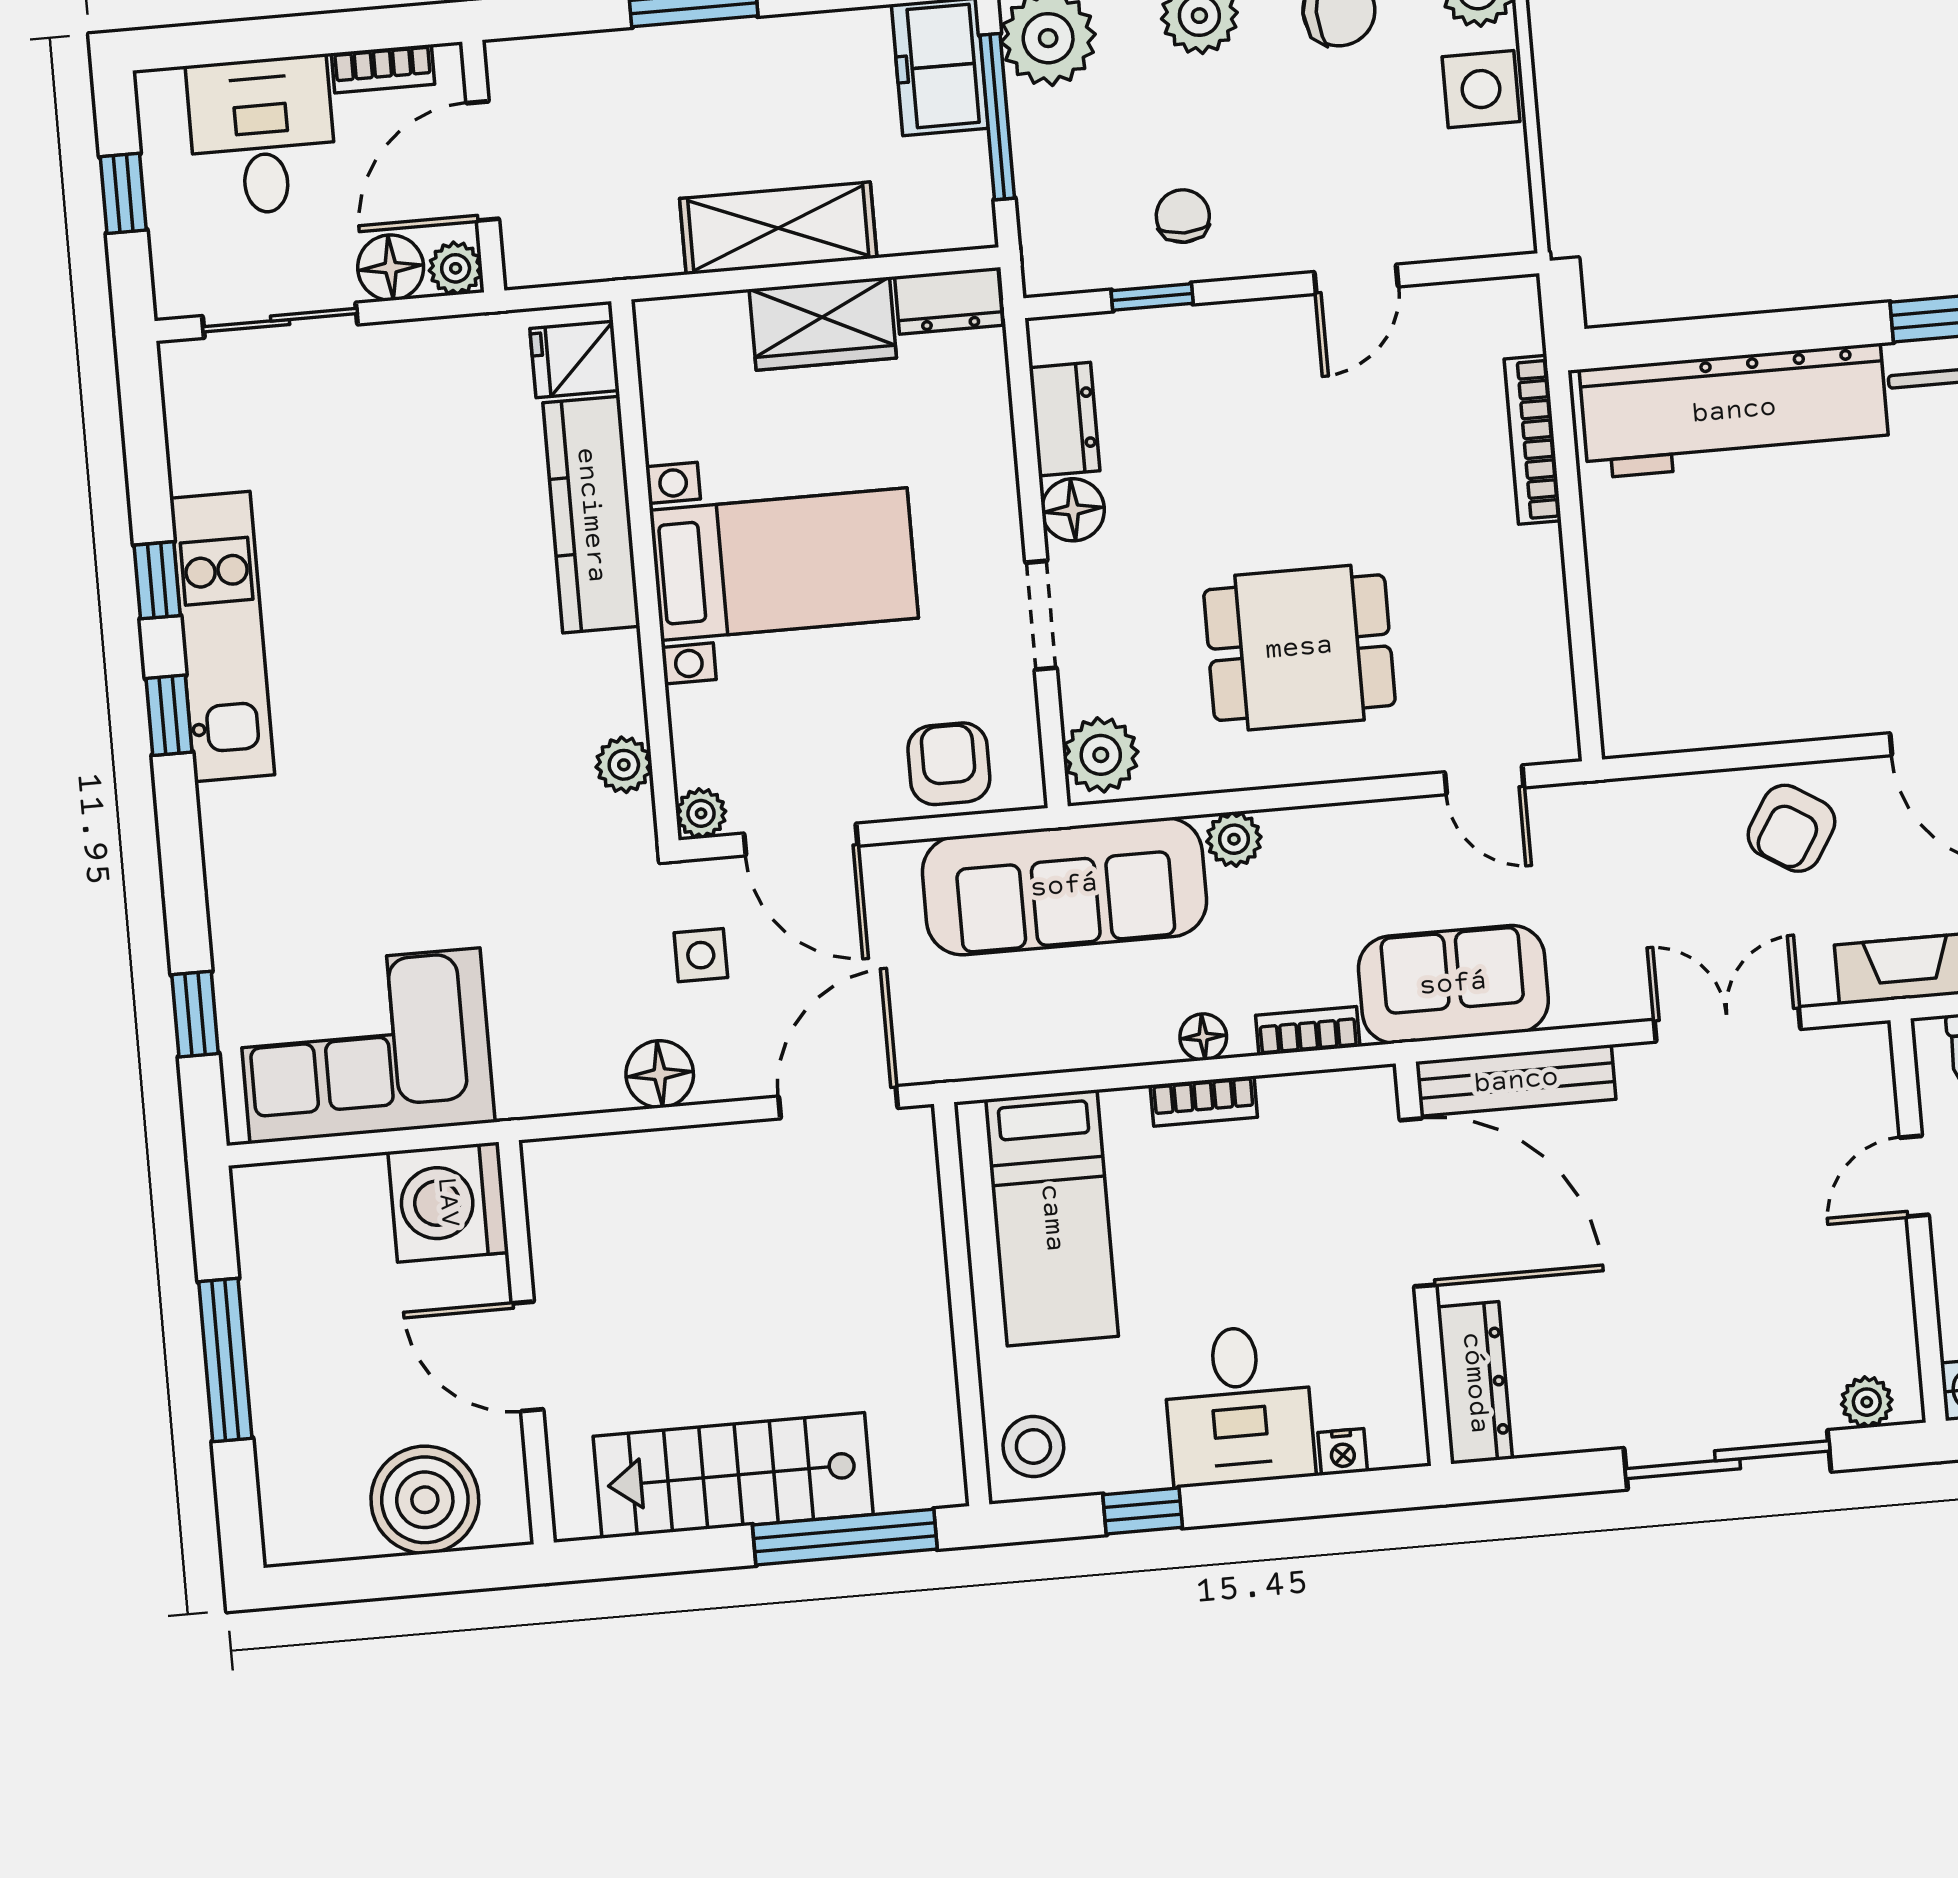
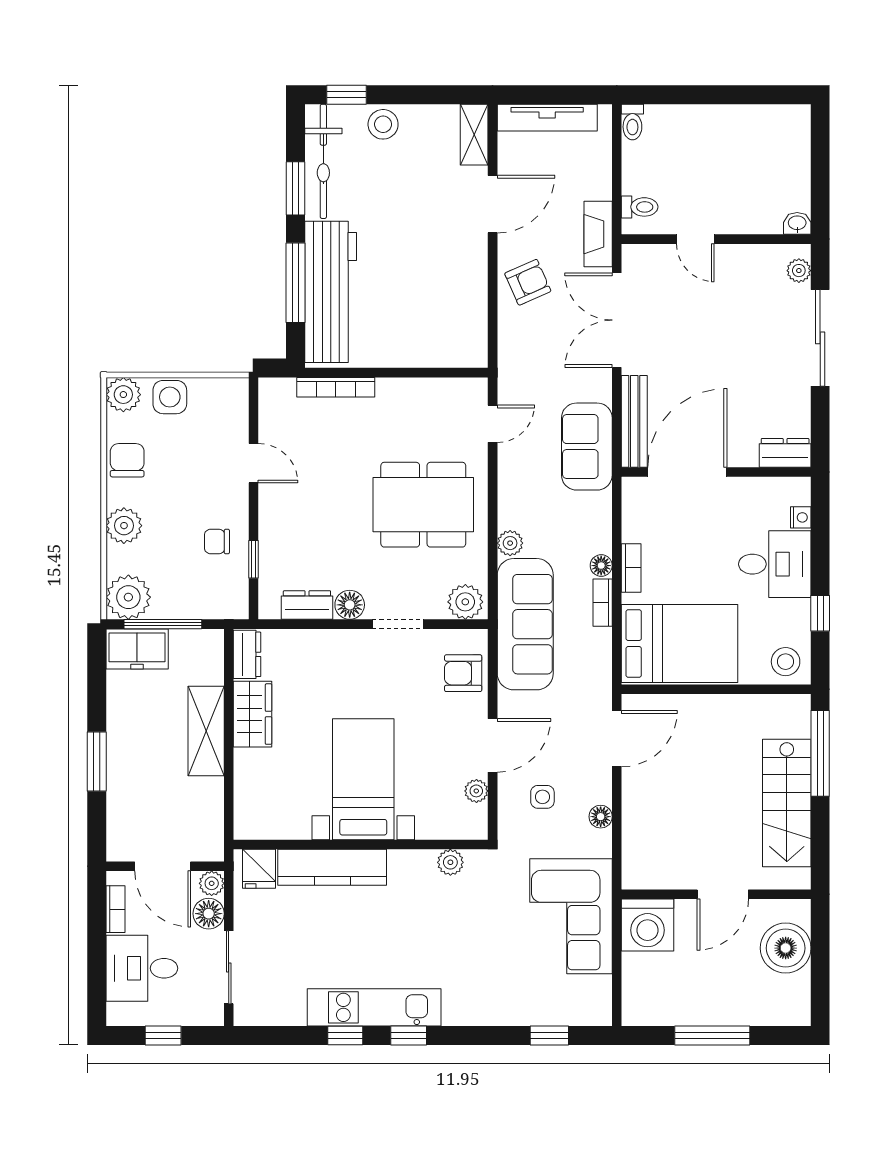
window: (1747, 335) -> (295, 283), added
fridge: (575, 360) -> (259, 869), moved
kitchen counter: (591, 515) -> (332, 867), moved
bed with nightstands: (784, 564) -> (363, 779), moved
wall: (645, 571) -> (361, 845), moved
dining table: (1299, 648) -> (423, 505), width x1.38
plant: (624, 765) -> (450, 862), moved
armchair: (1791, 828) -> (528, 282), turned -56
double door: (1727, 1024) -> (617, 320), width x1.37
bookcase: (1308, 1031) -> (603, 603), moved
corner sofa: (365, 1046) -> (571, 916), moved
floor lamp: (660, 1074) -> (601, 817), width x0.73, depth x0.73
door: (838, 1102) -> (617, 739), swing flipped
bed: (1052, 1218) -> (680, 644), width x1.50
dresser: (1475, 1383) -> (785, 453), width x0.70

